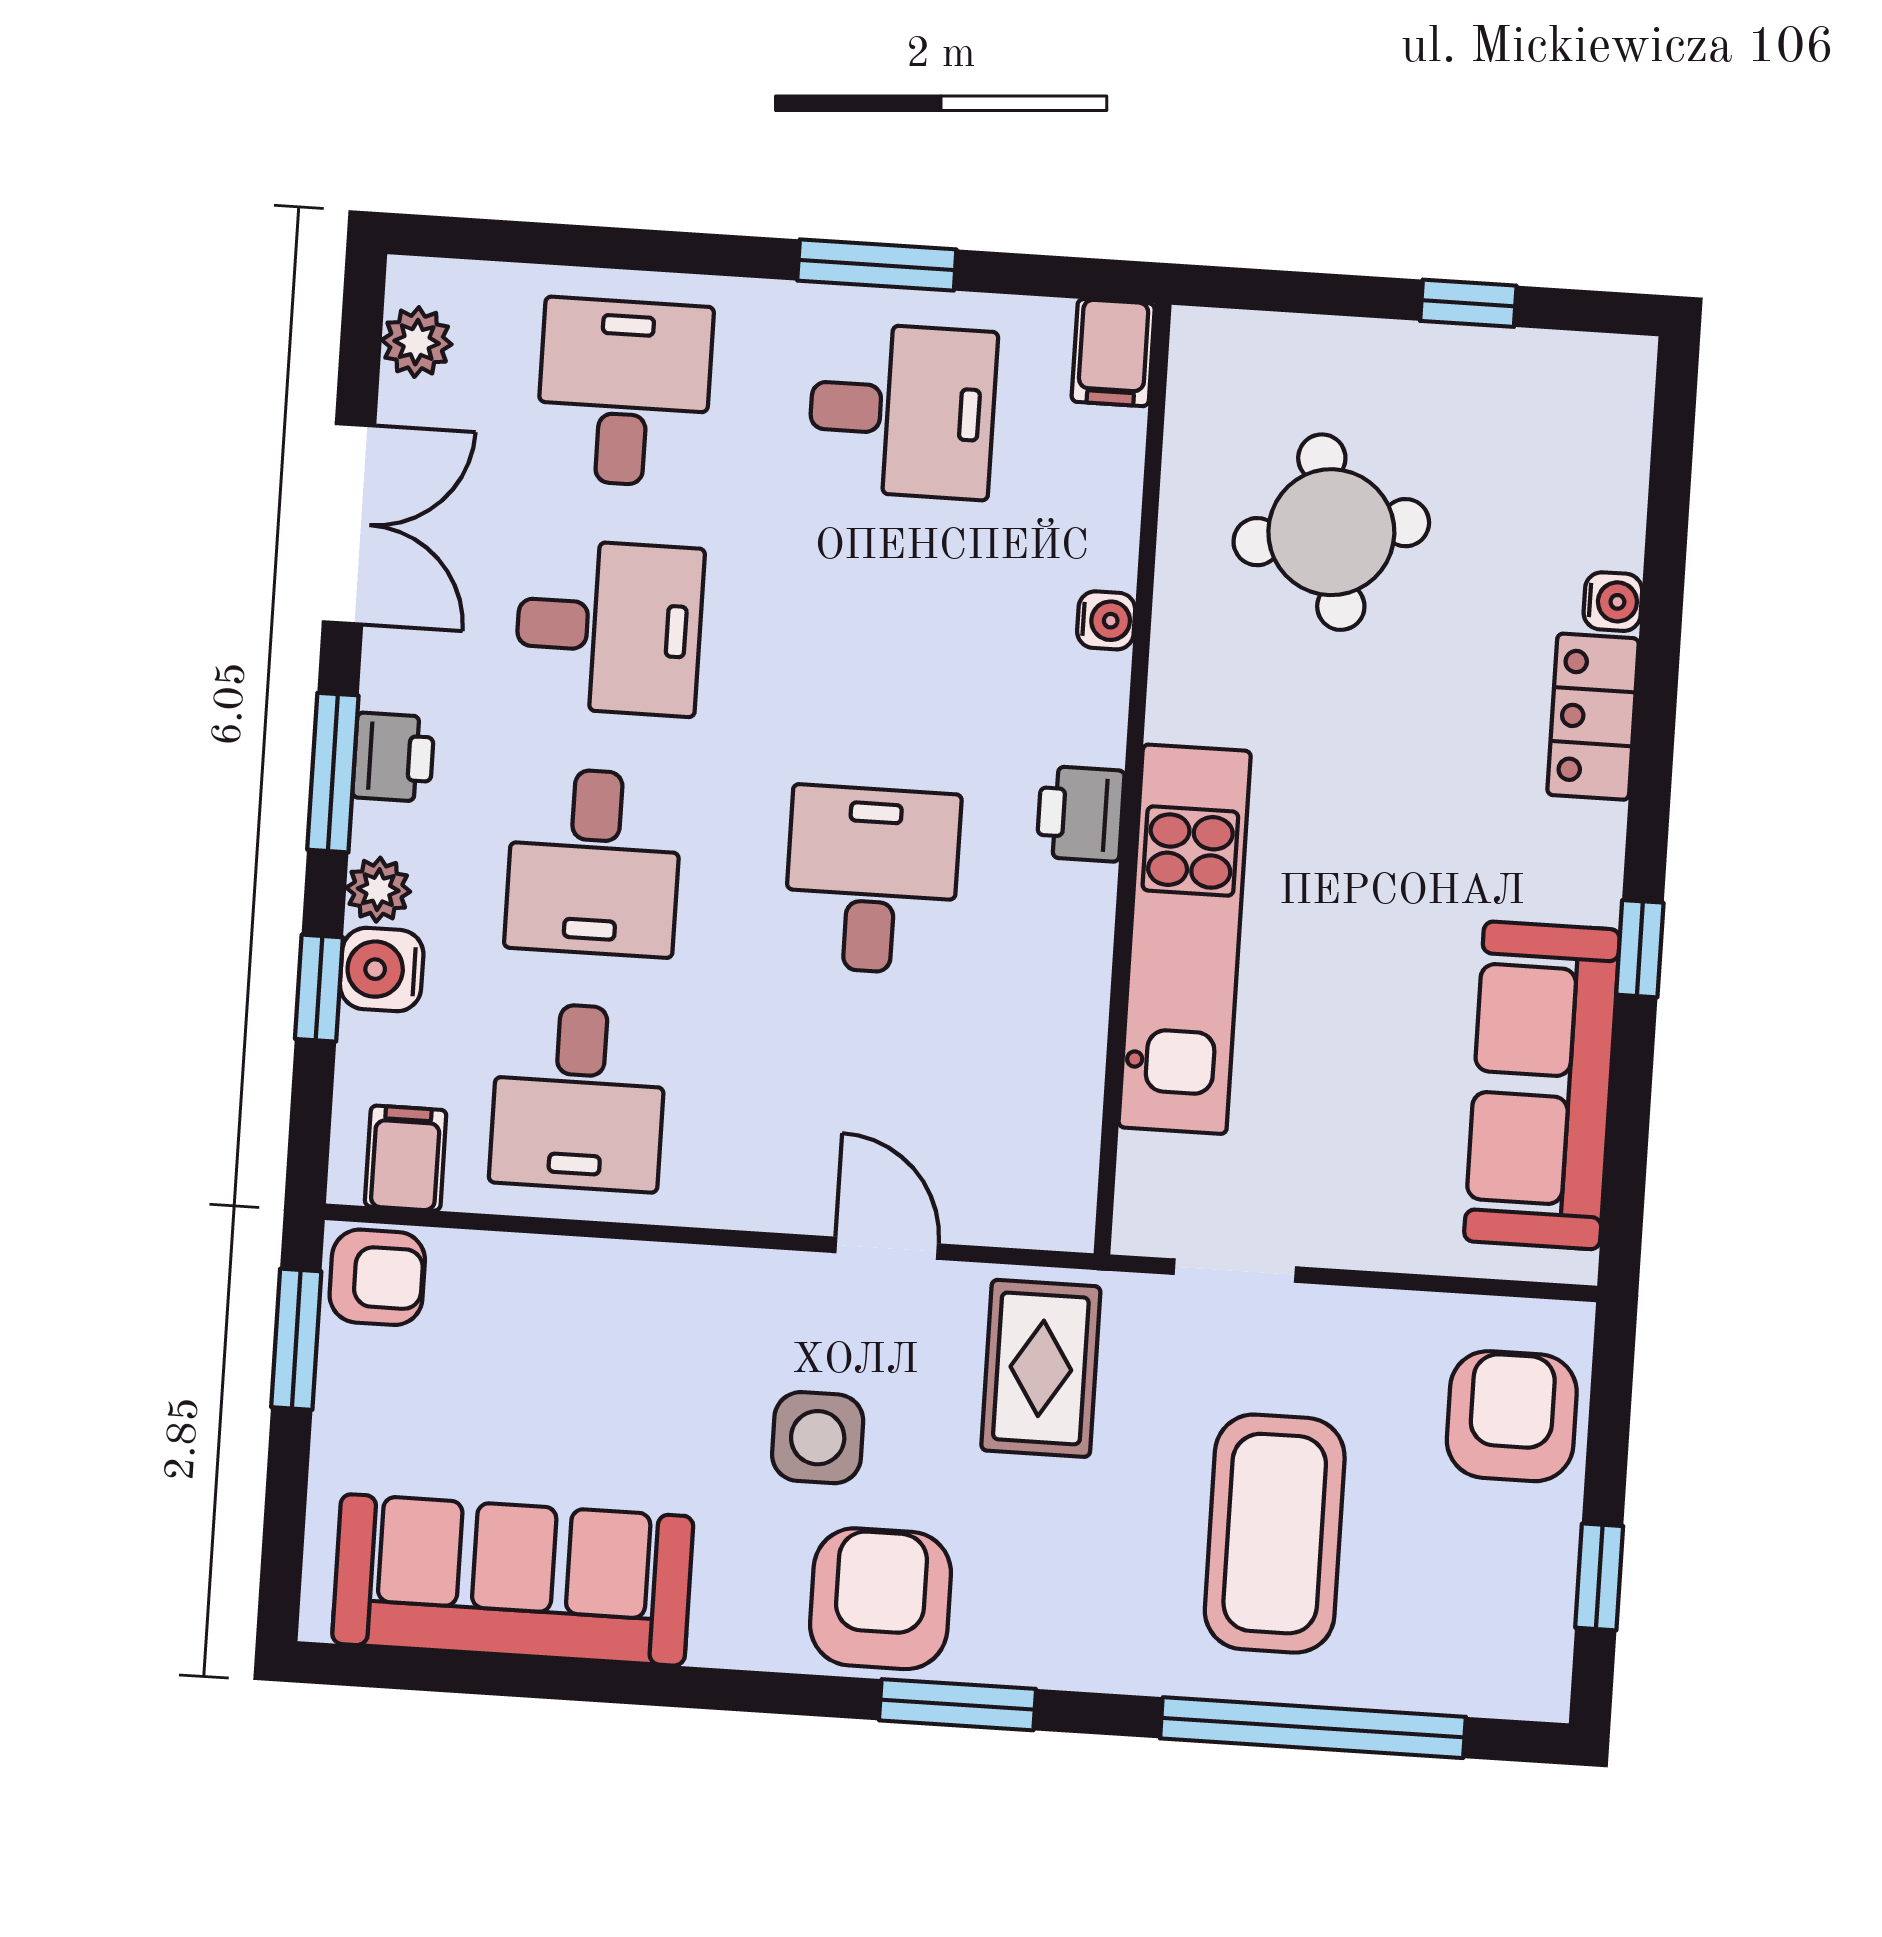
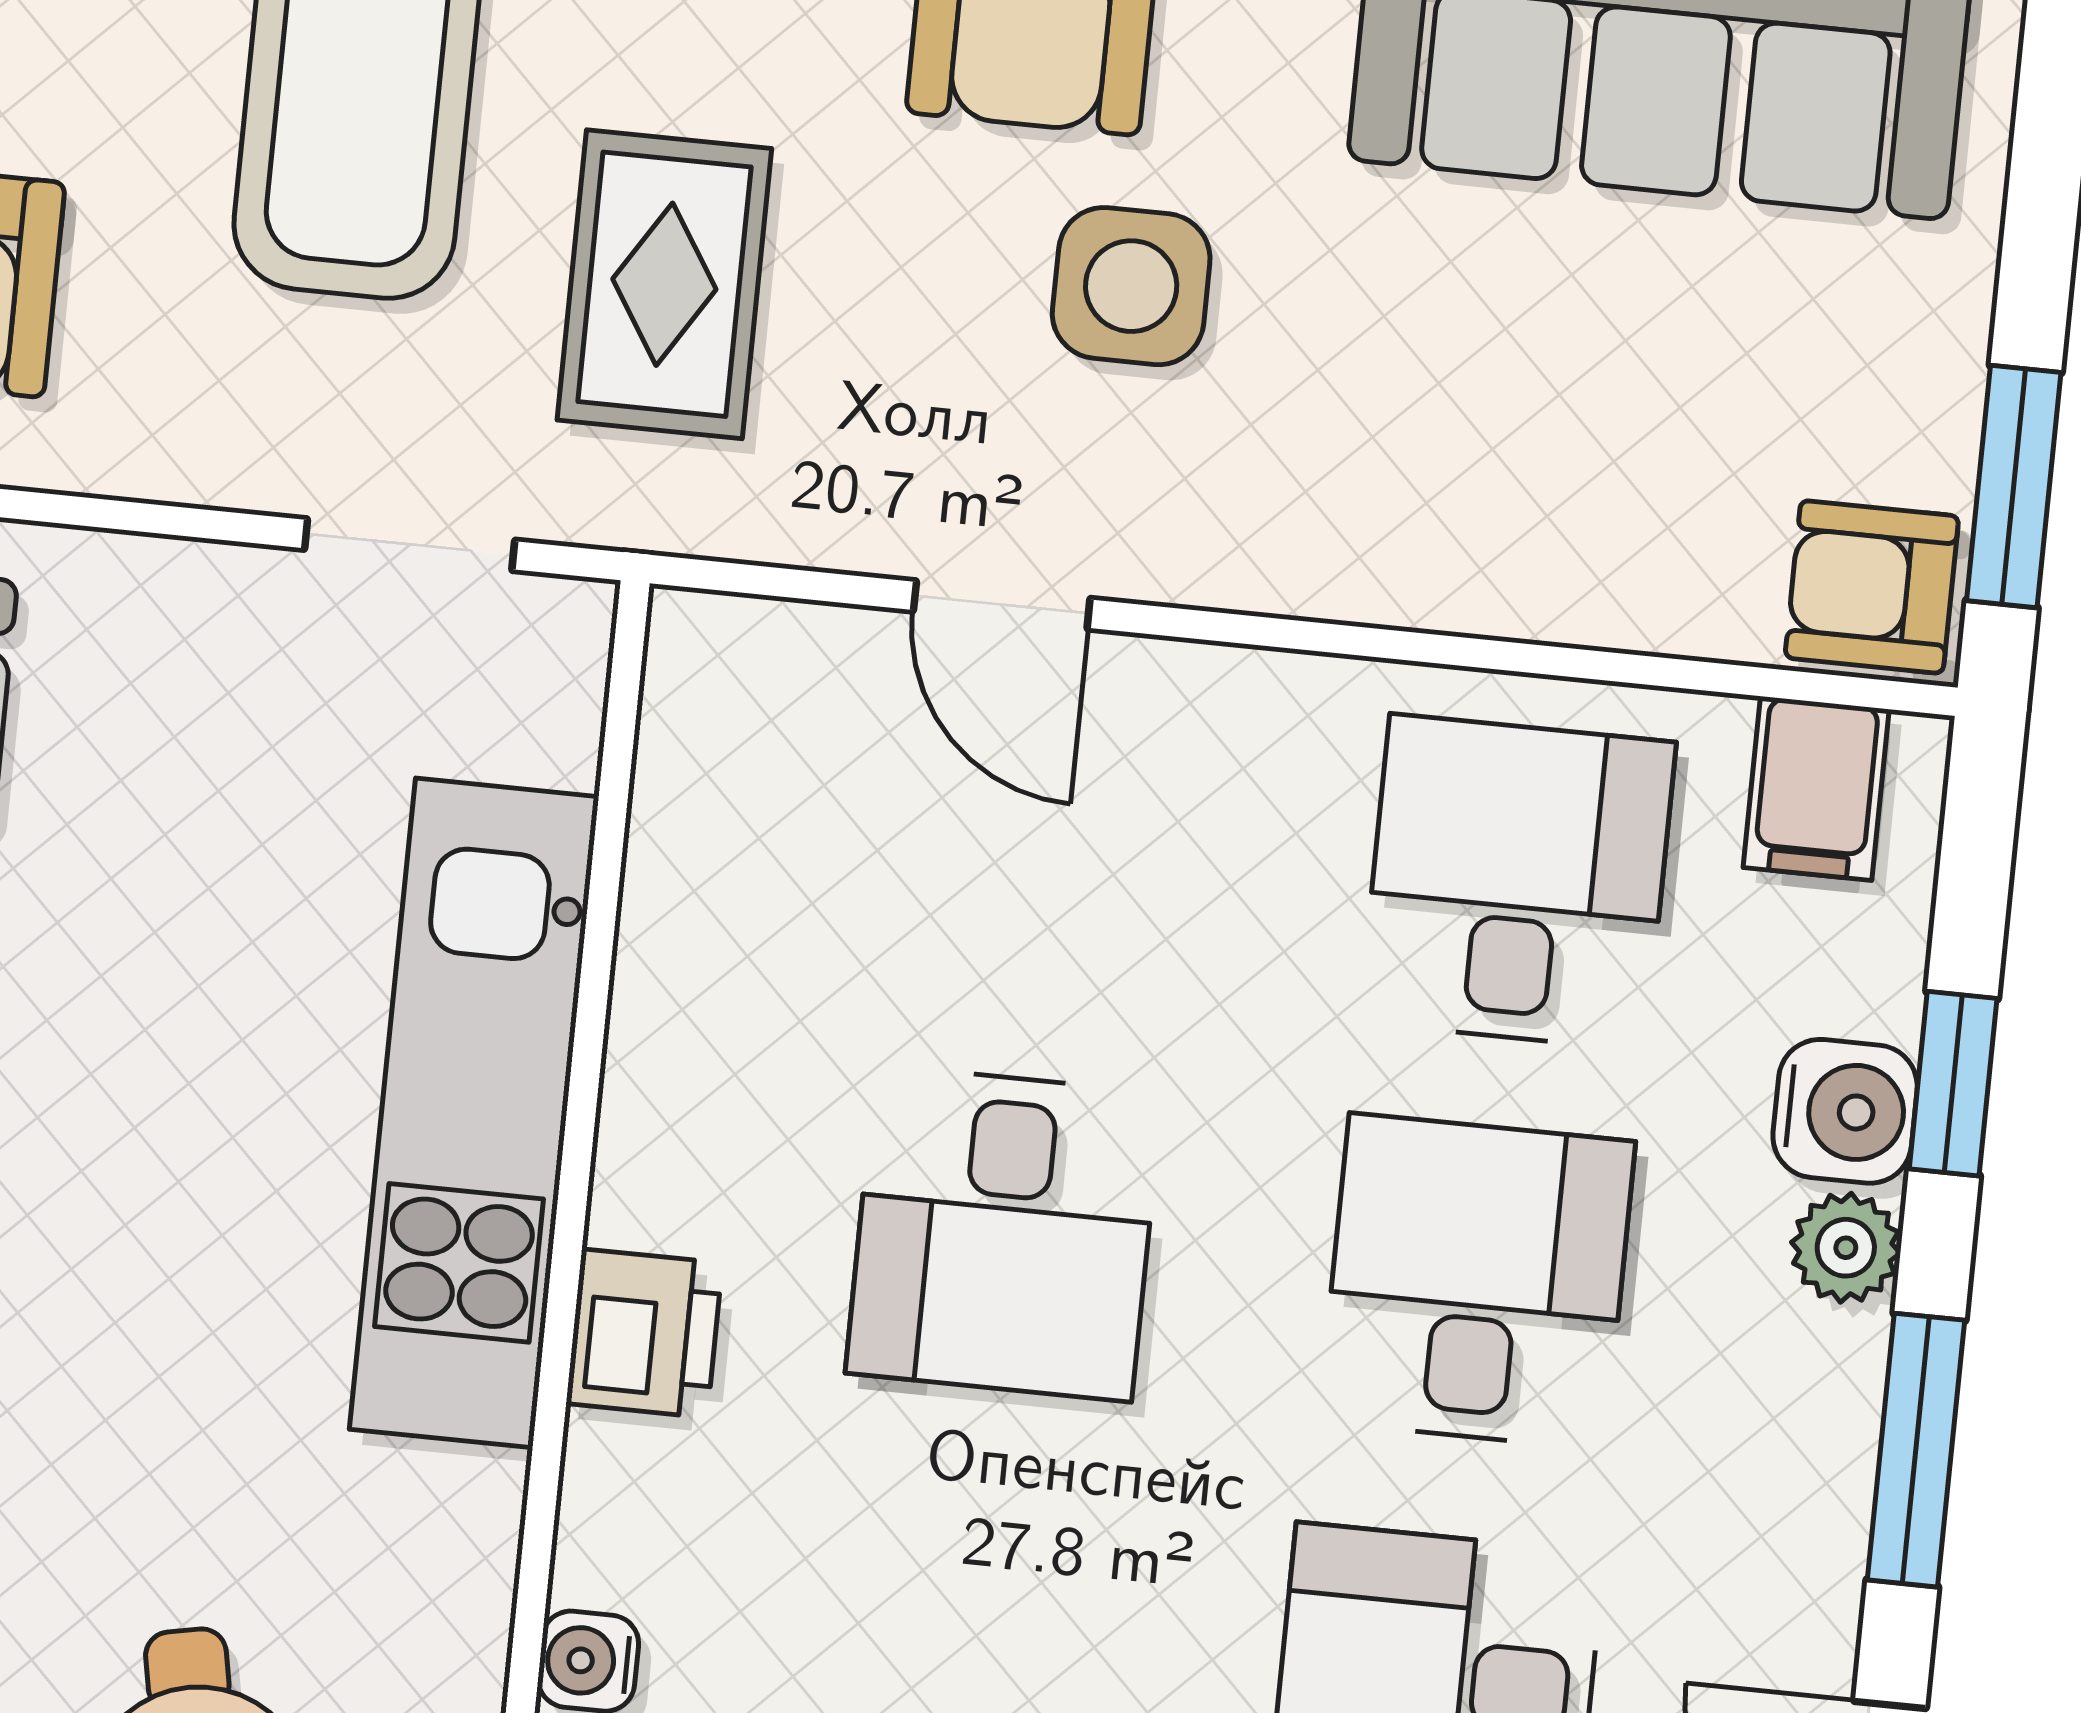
printer: (393, 757) -> (1812, 1472), removed
rug: (1041, 1368) -> (664, 284), moved

